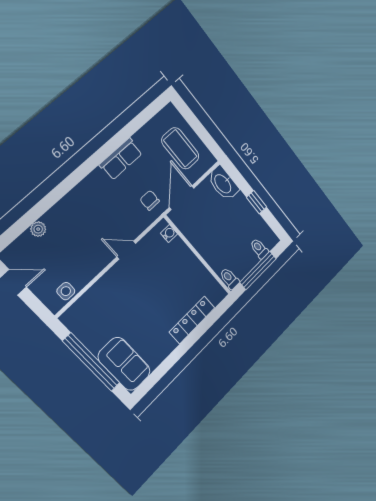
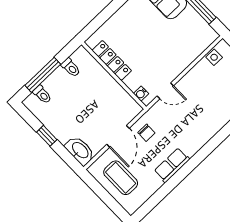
water cooler: (169, 233) -> (141, 94), moved
wall: (198, 255) -> (114, 76), moved
locker: (192, 320) -> (112, 60), moved, turned -90

